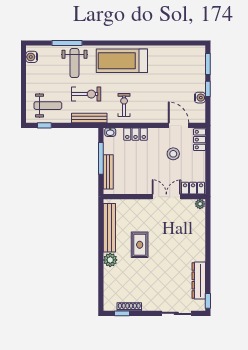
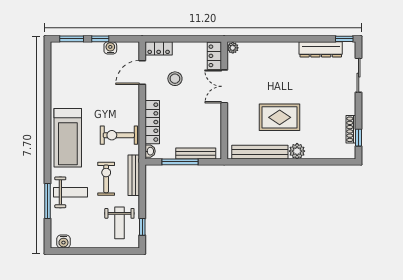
exercise bike: (124, 105) -> (119, 135), width x1.38, depth x1.39
weight bench: (48, 106) -> (119, 223), turned 180
locker: (135, 134) -> (152, 122), width x1.53
rug: (140, 245) -> (280, 117), width x1.36, depth x1.43

